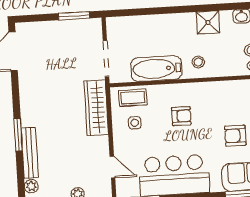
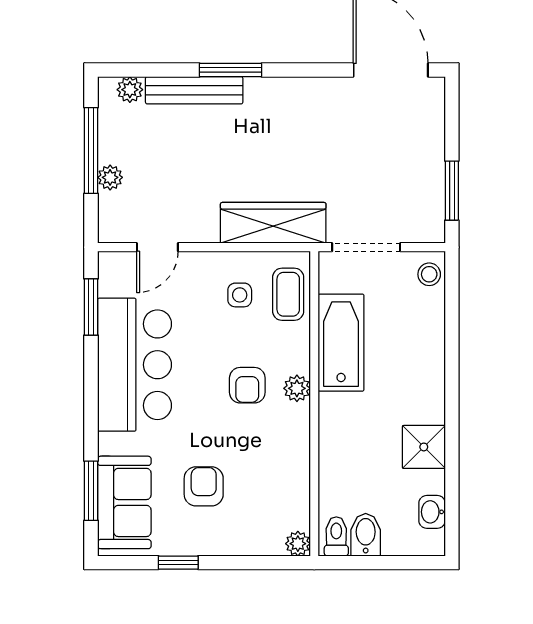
stool: (198, 62) -> (429, 274), moved
plant: (181, 90) -> (297, 388), added

